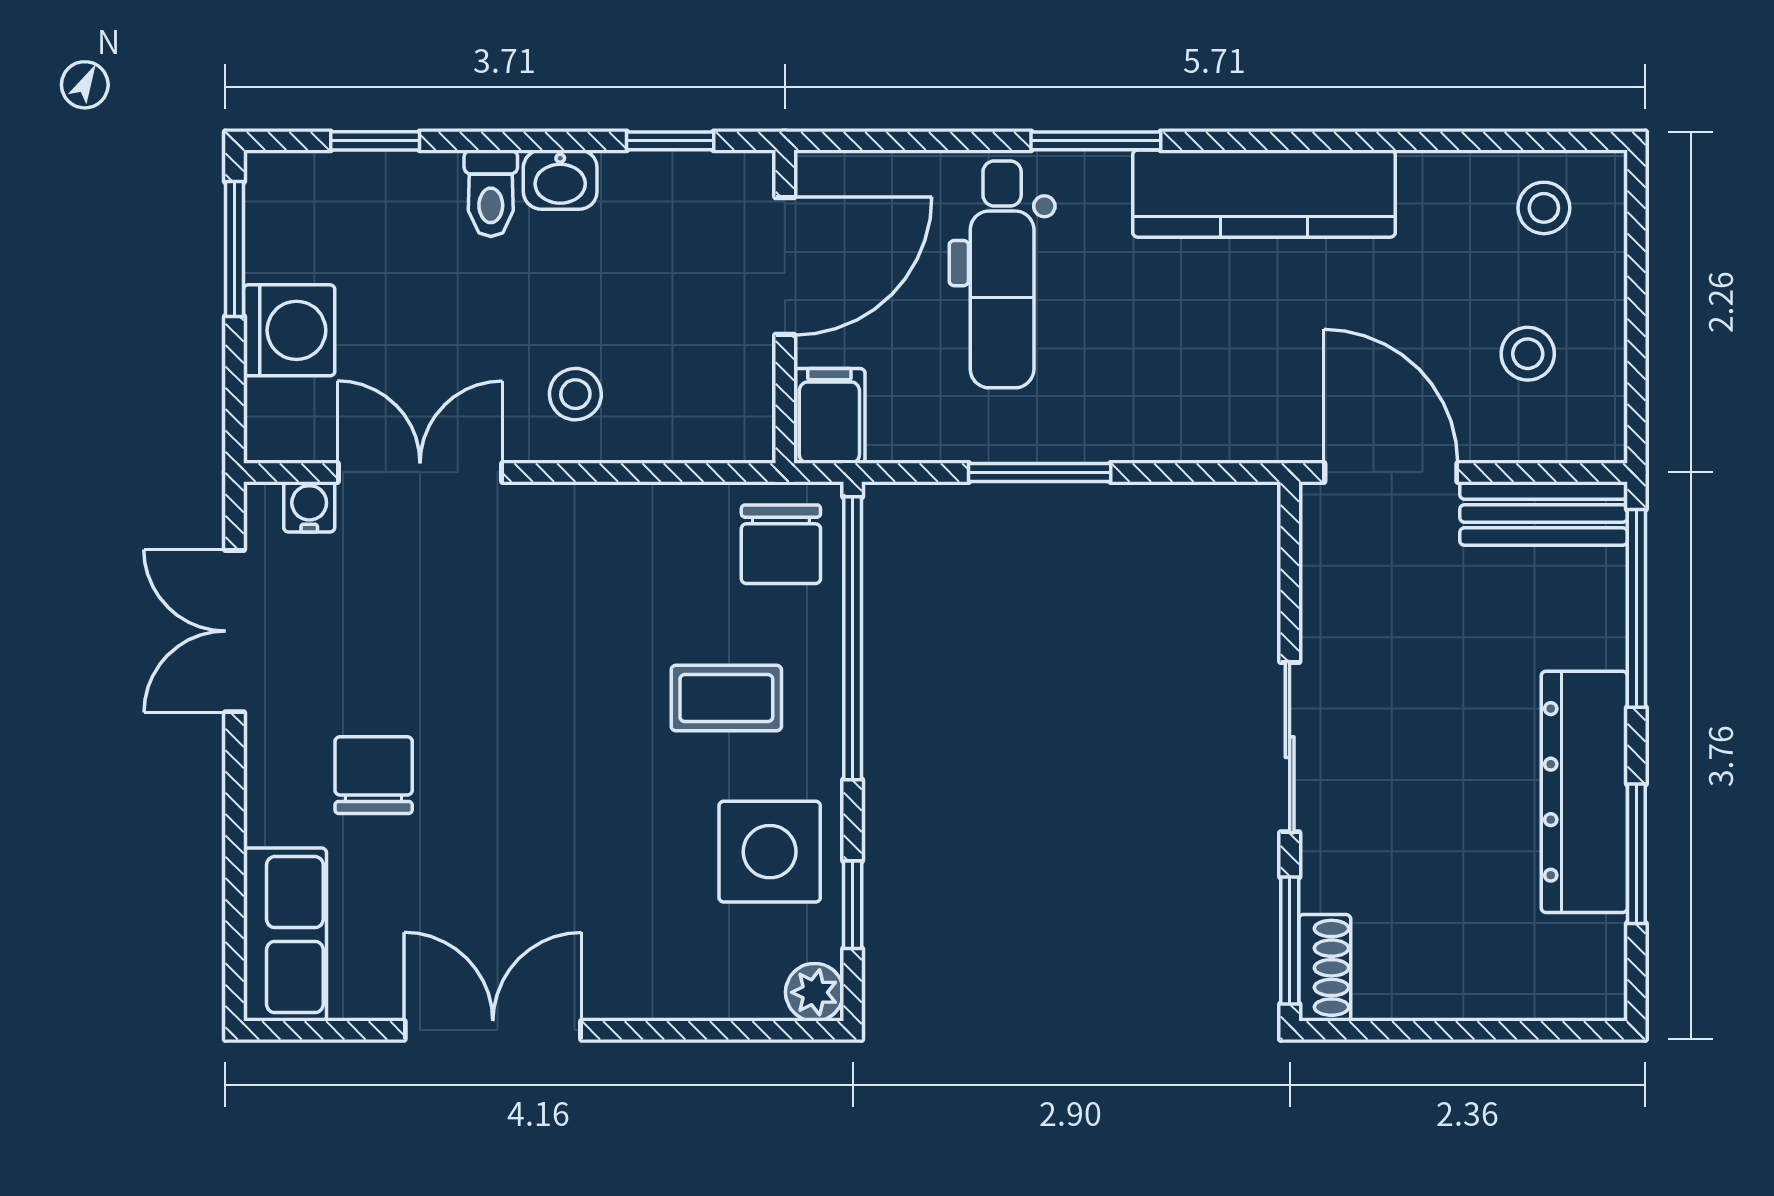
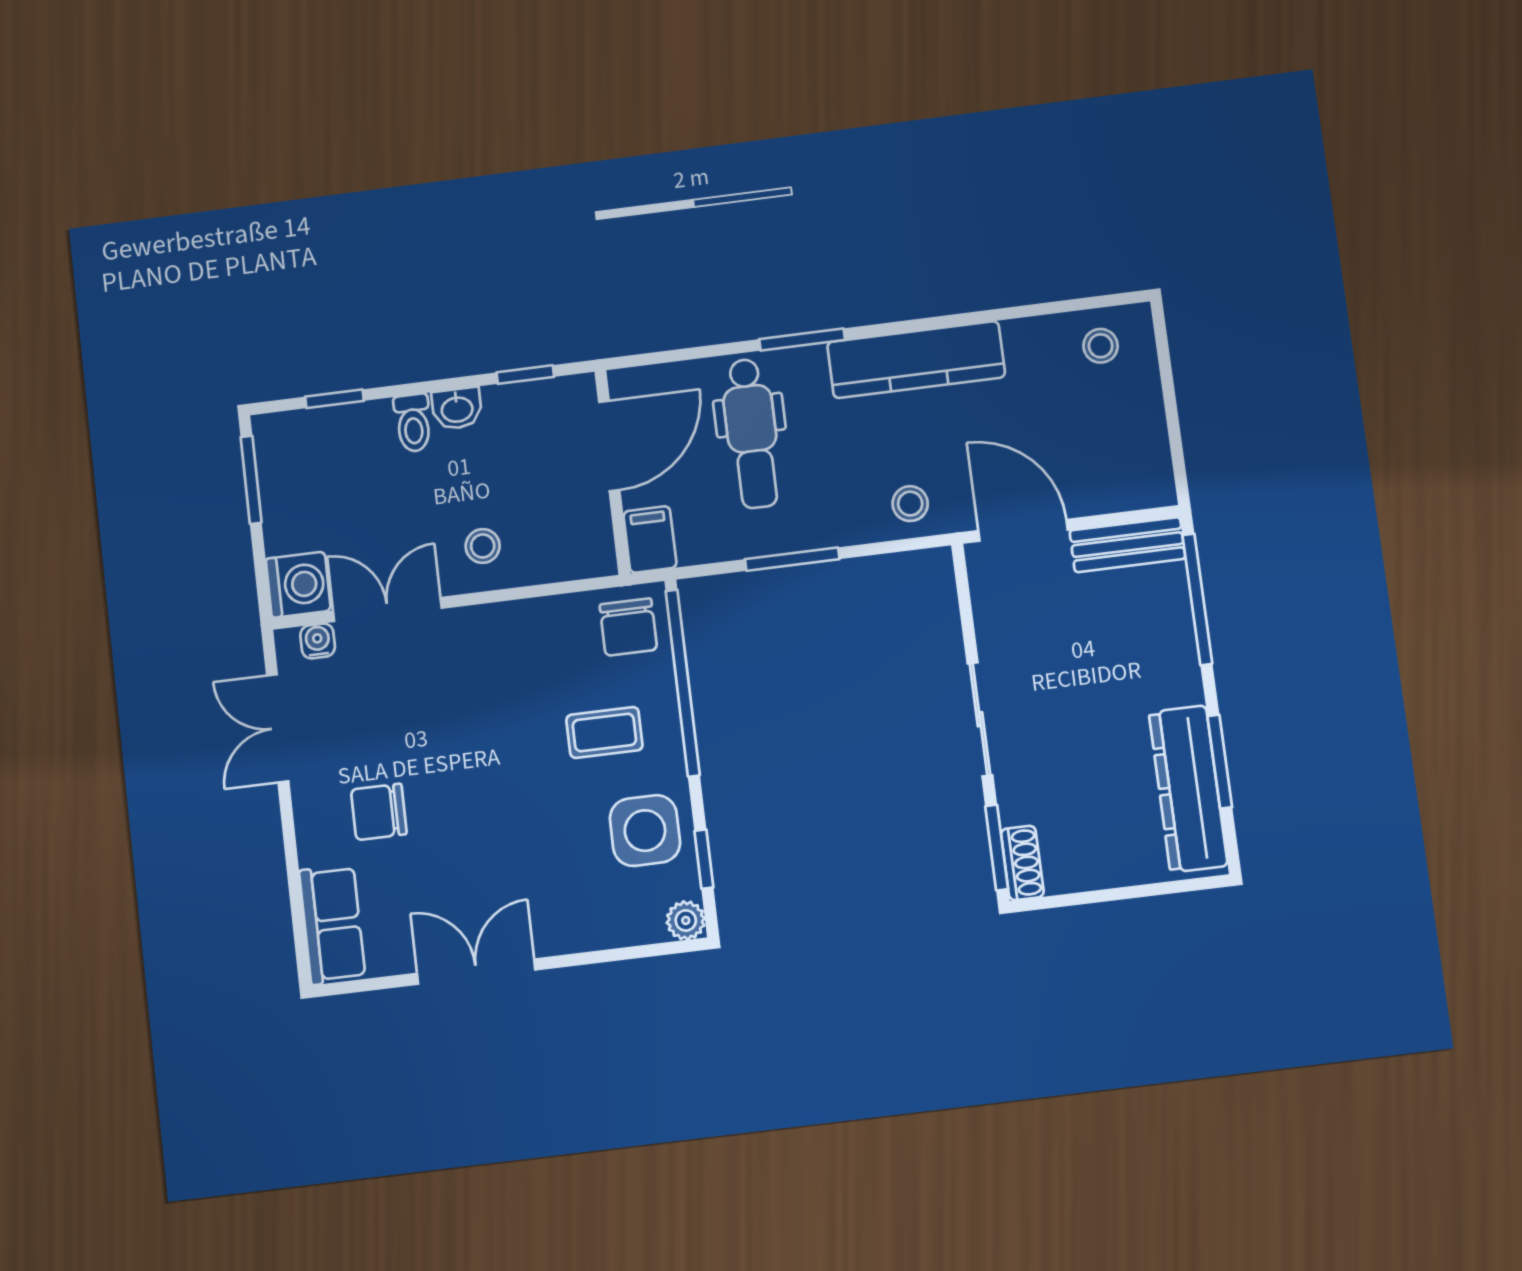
washing machine: (289, 330) -> (298, 585), moved
stool: (1528, 354) -> (910, 504), moved
chair: (374, 775) -> (379, 812), turned -90
dresser: (1584, 792) -> (1188, 789), moved

